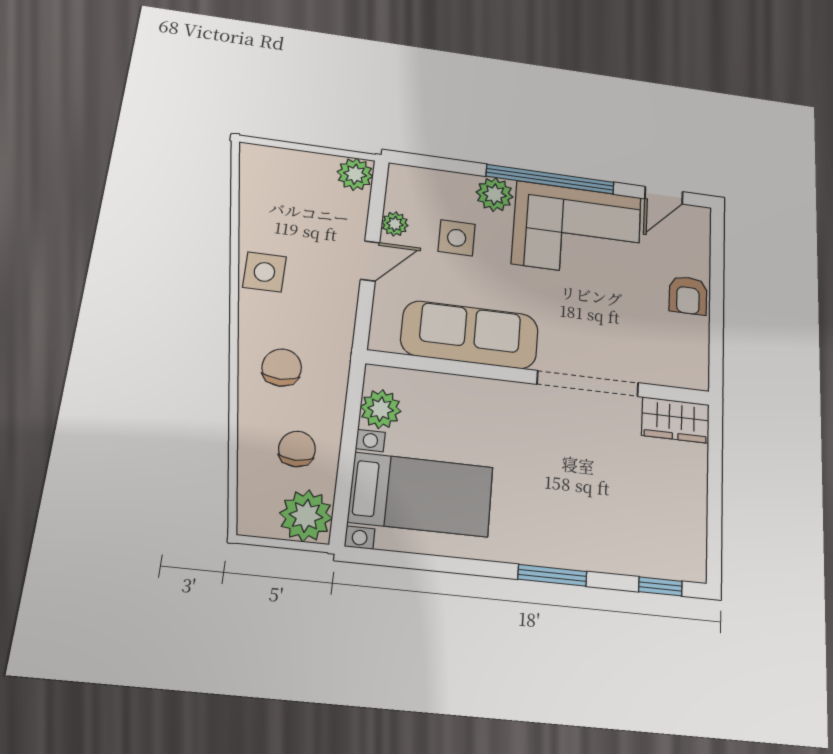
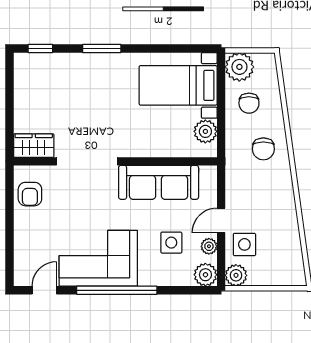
plant: (495, 194) -> (205, 275), moved
side table: (264, 272) -> (244, 244), moved
armchair: (688, 295) -> (30, 194), moved, turned 180

